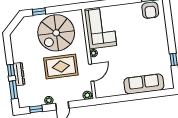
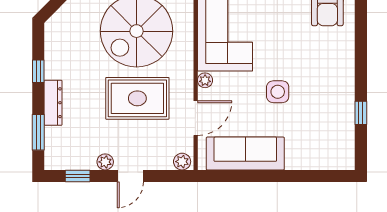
side table: (131, 54) -> (278, 92), added
window: (11, 70) -> (38, 71), moved
sofa: (144, 84) -> (245, 154), moved

